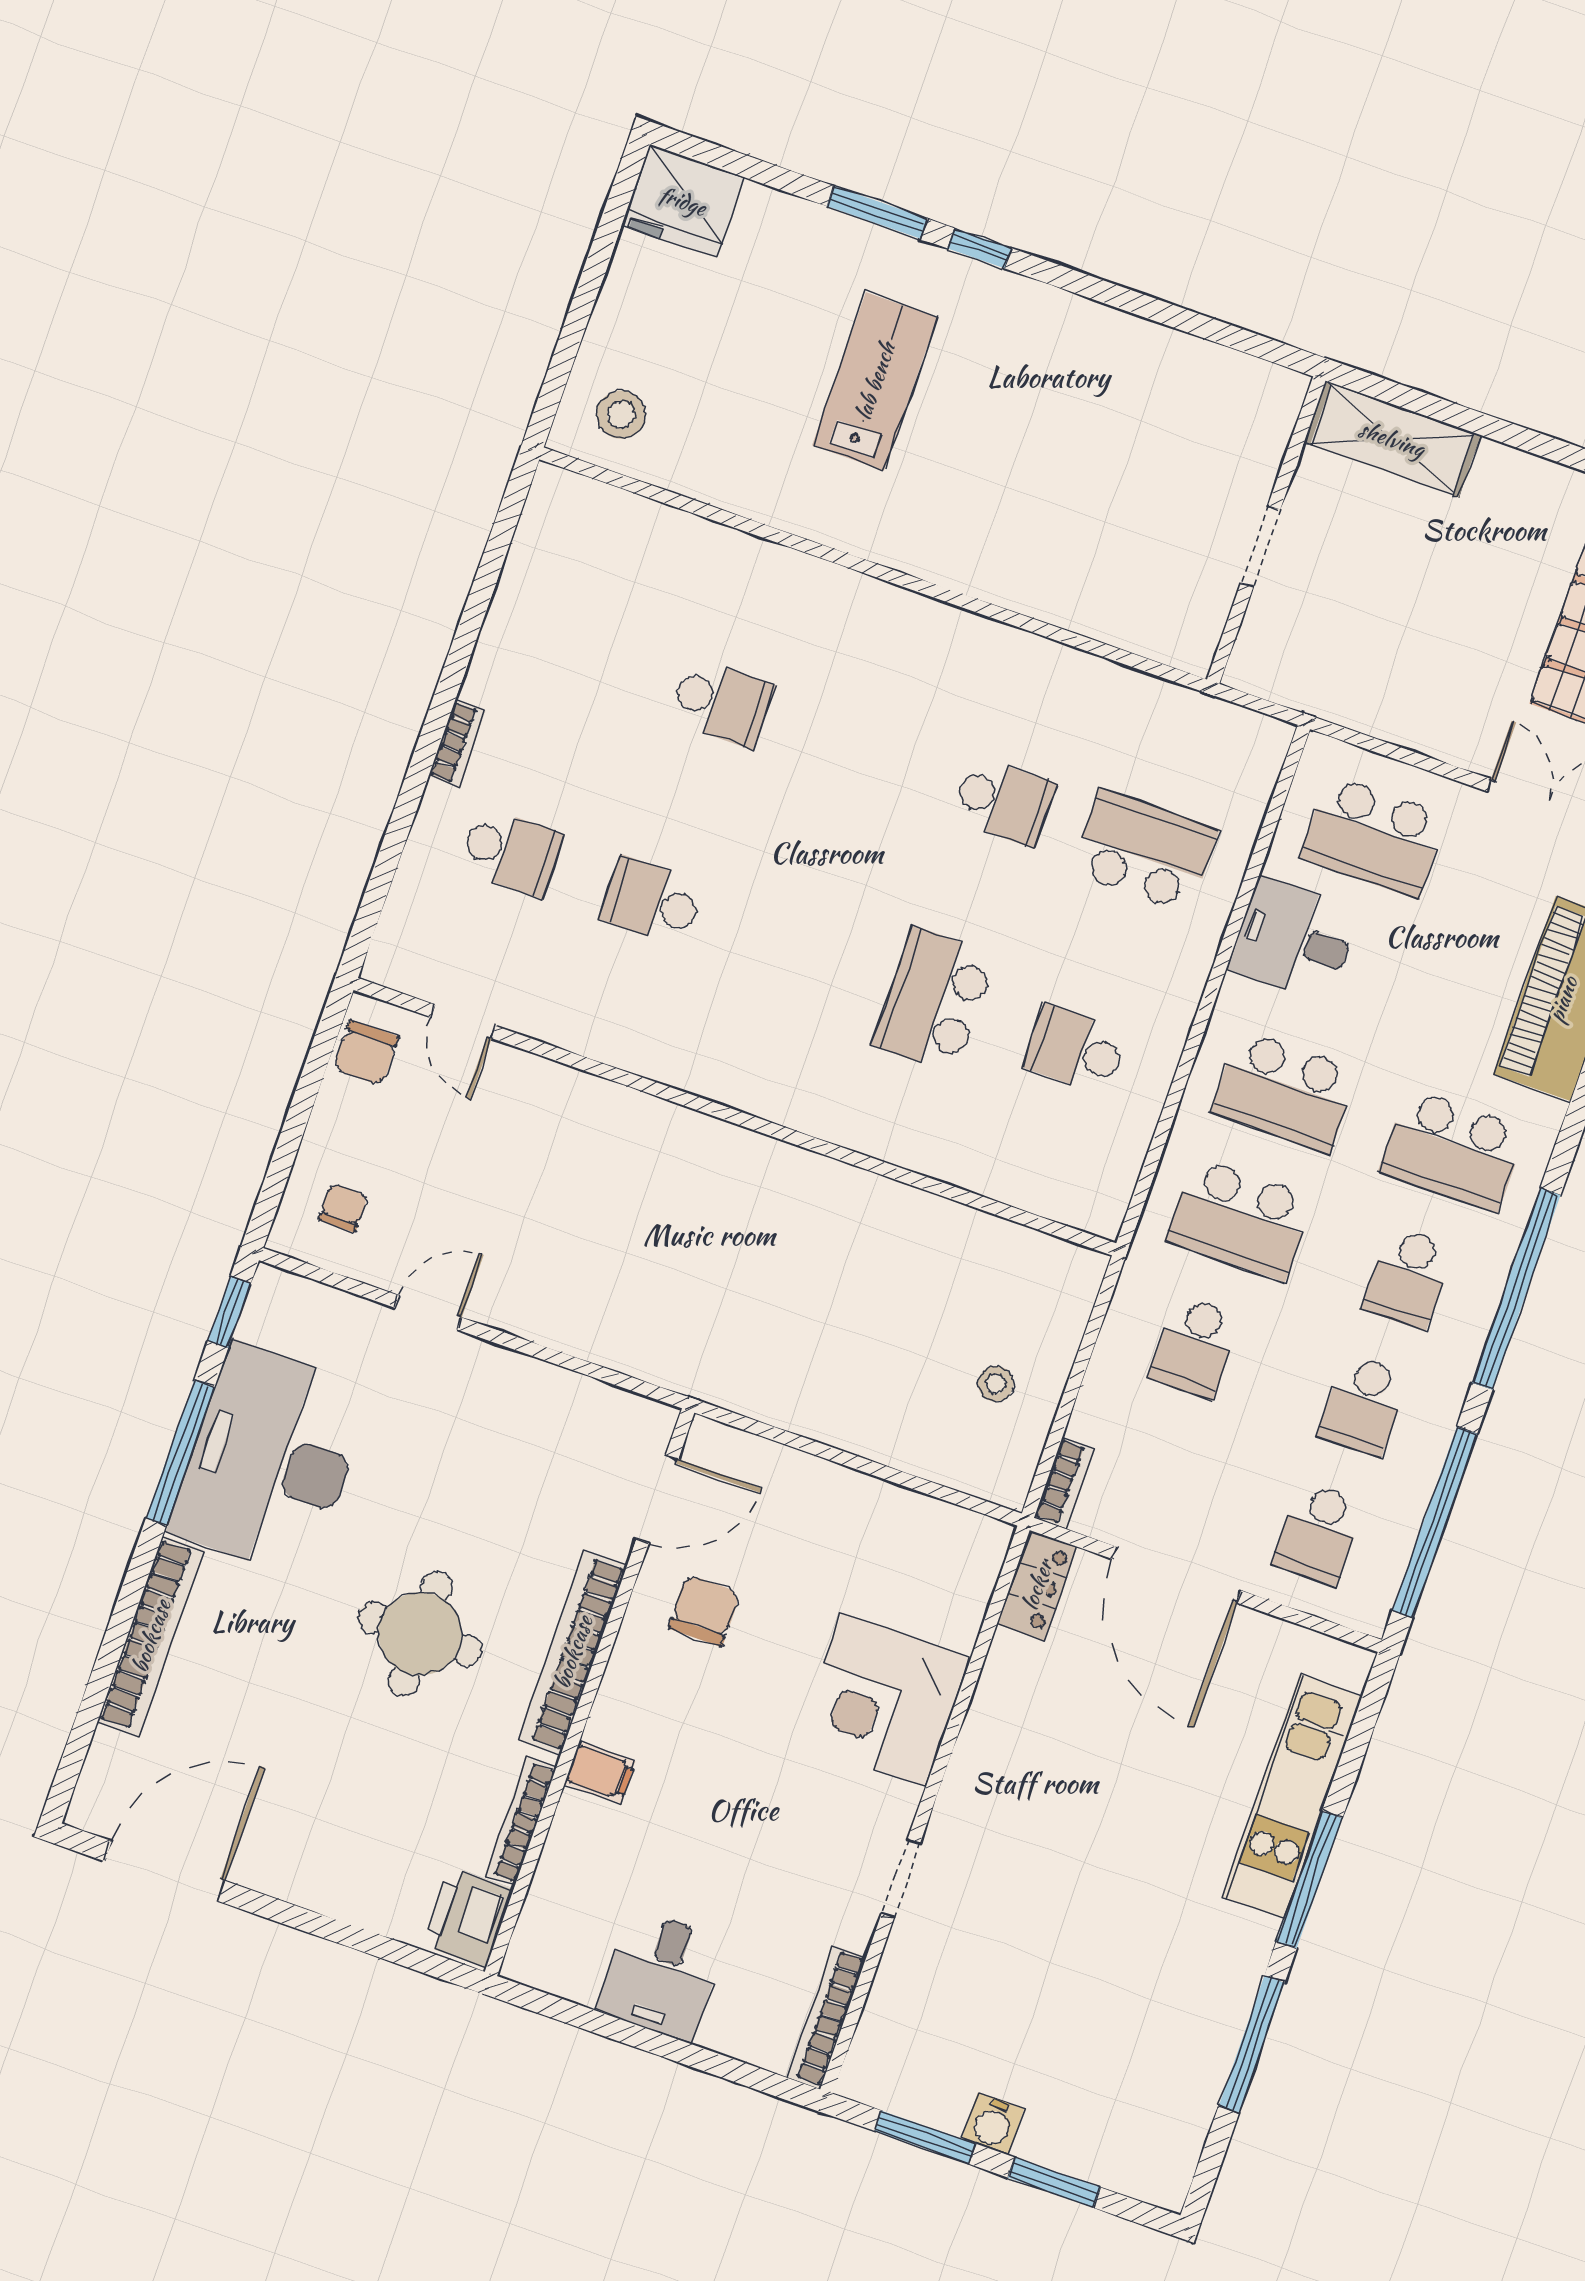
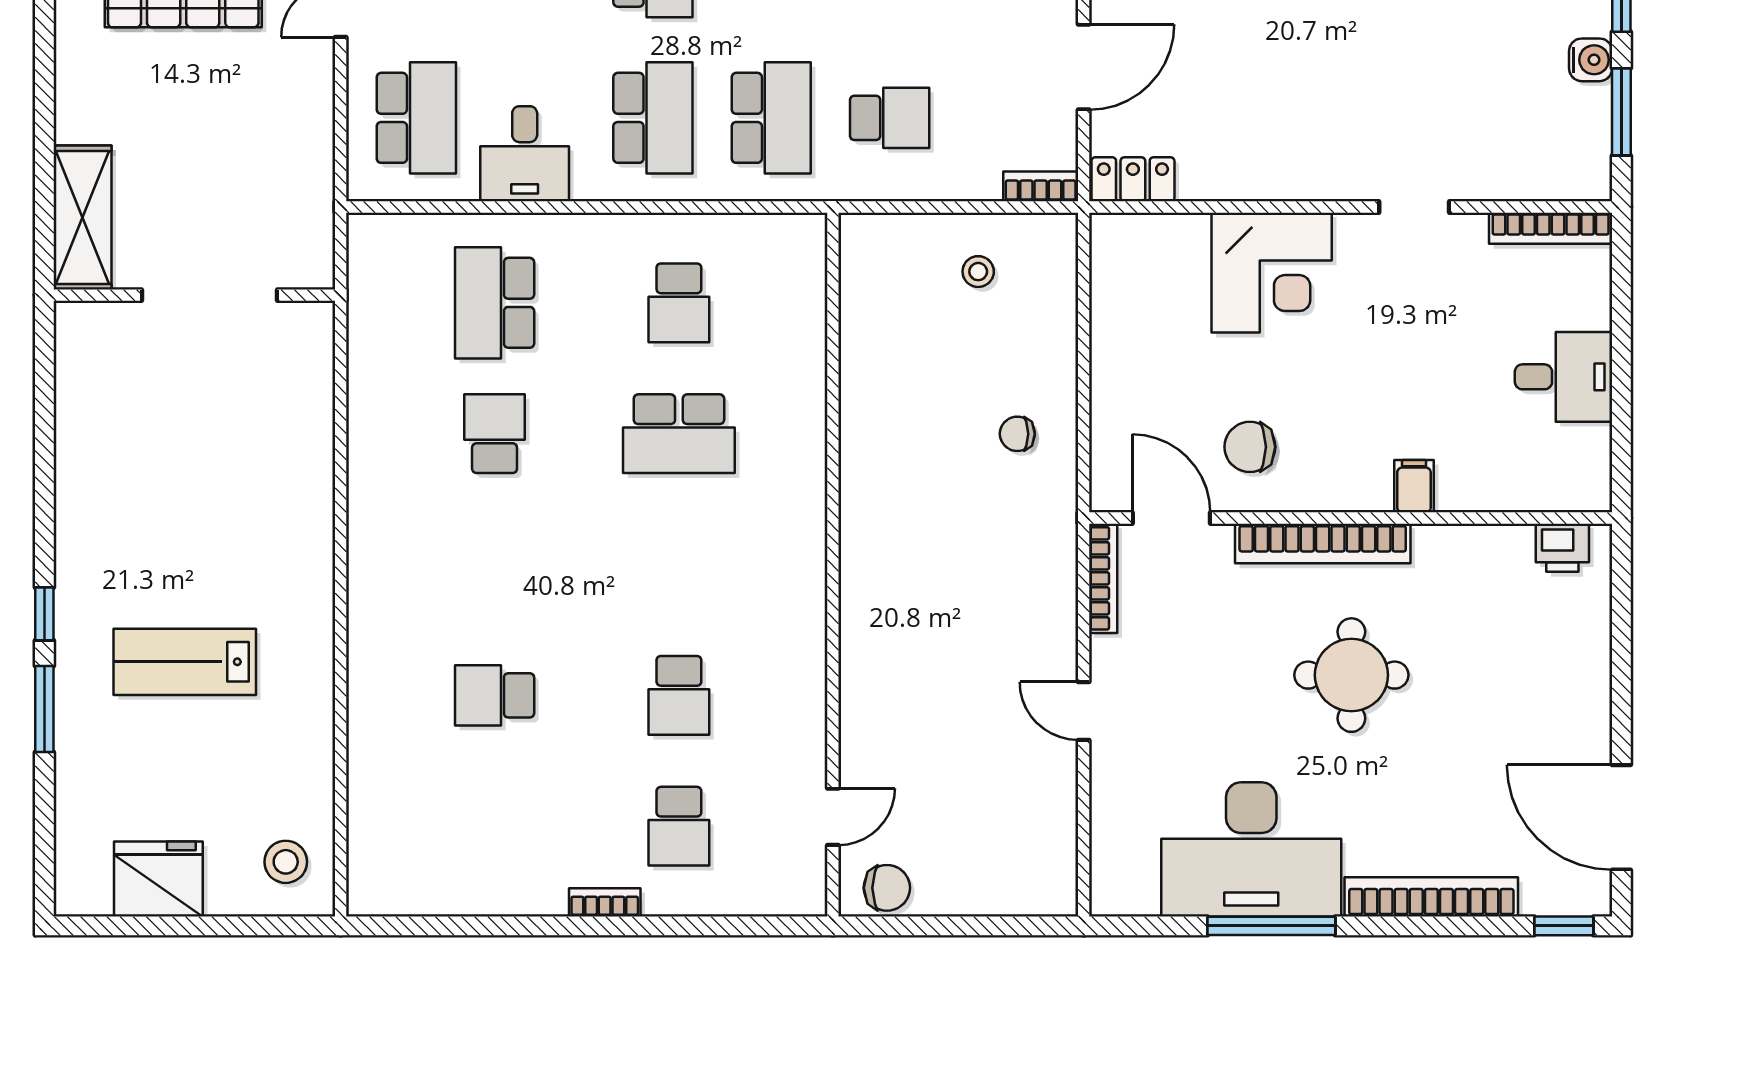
fridge: (683, 201) -> (158, 879), moved, turned -90
doorway: (1261, 546) -> (209, 295), width x1.88
school desk: (722, 703) -> (495, 695), turned -90
school desk: (511, 852) -> (679, 826), turned 180
chair: (343, 1208) -> (1017, 434), moved
window: (229, 1312) -> (1564, 926), moved
door: (428, 1313) -> (1084, 711), moved
door: (1176, 1575) -> (1084, 67), width x0.73
bookcase: (521, 1821) -> (1103, 578), moved, turned -90
printer: (468, 1917) -> (1562, 548), width x0.73, depth x0.81

